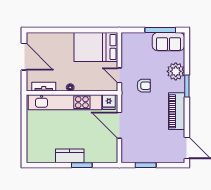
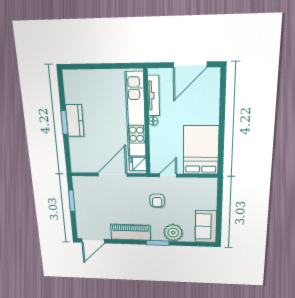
window: (160, 30) -> (219, 219), removed
tv unit: (44, 87) -> (154, 96), width x1.41
window: (82, 165) -> (64, 123), moved

